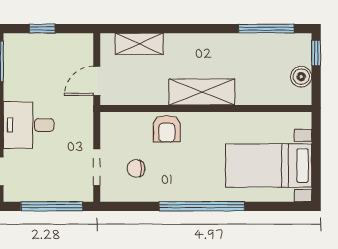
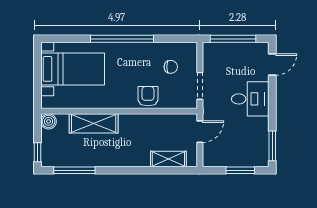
window: (42, 29) -> (240, 170), width x1.50
boiler: (301, 77) -> (49, 121), moved
shelving: (202, 92) -> (94, 123), moved
doorway: (97, 167) -> (200, 86), moved

